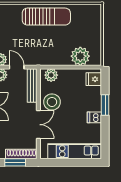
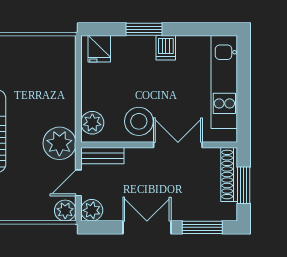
plant: (80, 56) -> (59, 143), moved
bench: (32, 85) -> (102, 156), width x0.73

